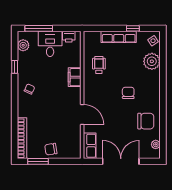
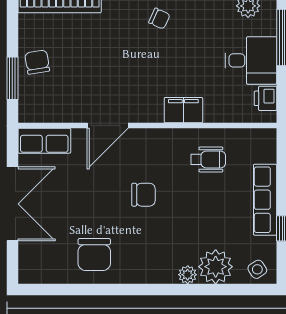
chair: (128, 93) -> (143, 195), moved
plant: (156, 144) -> (188, 275), moved
window: (38, 161) -> (12, 78), moved

